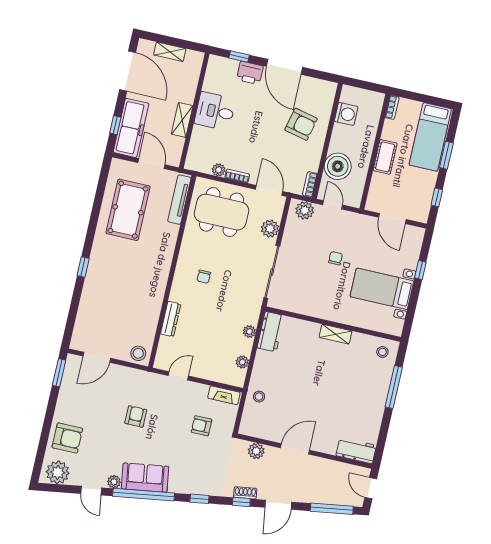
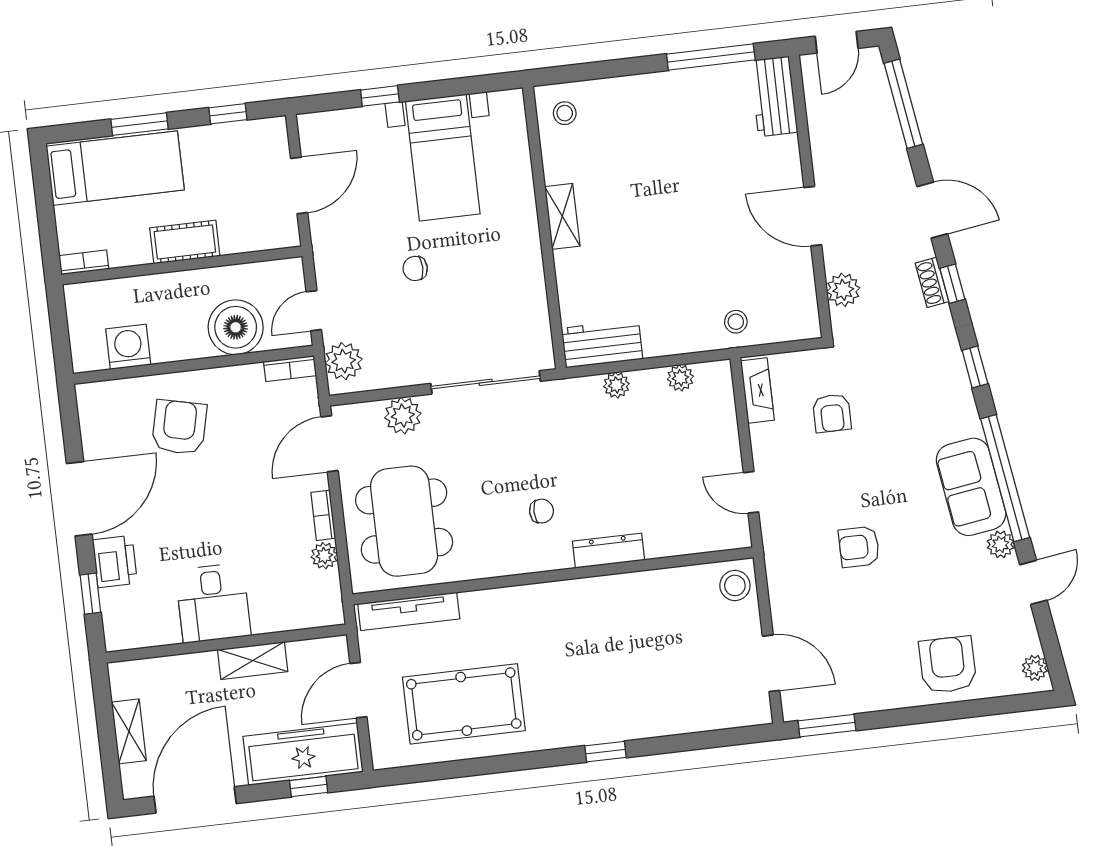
dresser: (171, 319) -> (609, 551), moved
window: (394, 387) -> (711, 57), moved
plant: (58, 472) -> (1035, 668), width x0.53, depth x0.53

